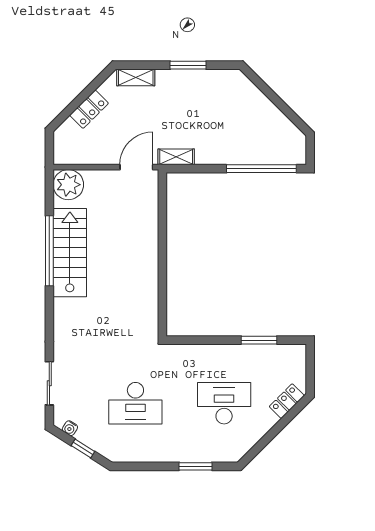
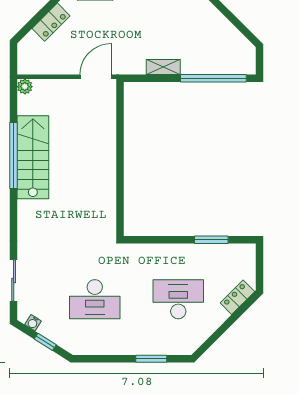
shelving: (176, 157) -> (163, 67), moved
plant: (68, 185) -> (25, 87), width x0.53, depth x0.53

